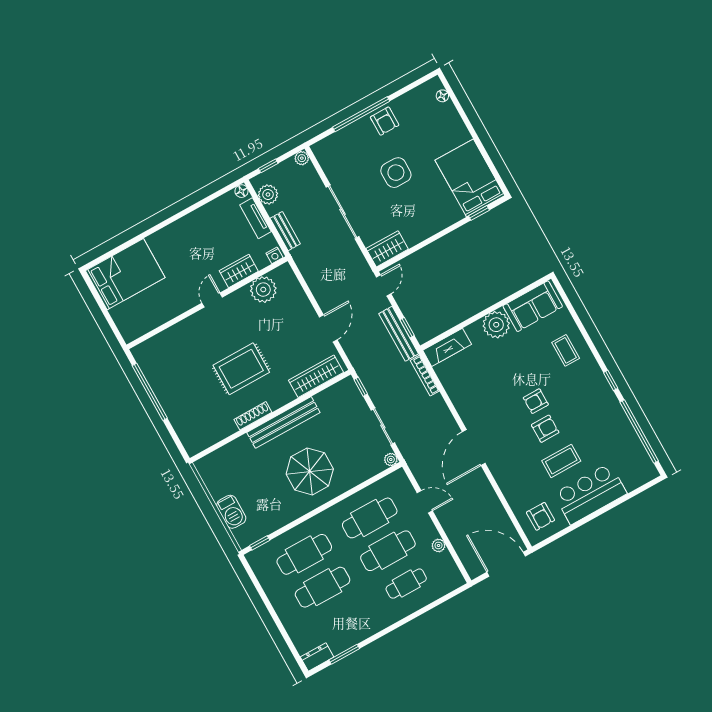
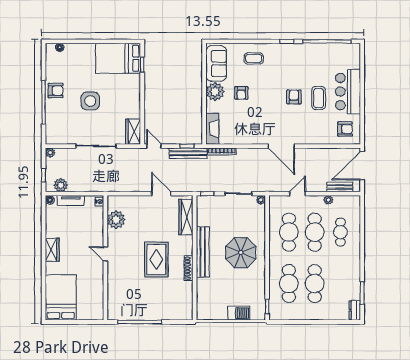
bench: (285, 231) -> (340, 187), moved
wardrobe: (239, 271) -> (52, 250), moved, turned 180
armchair: (536, 401) -> (241, 93), moved

